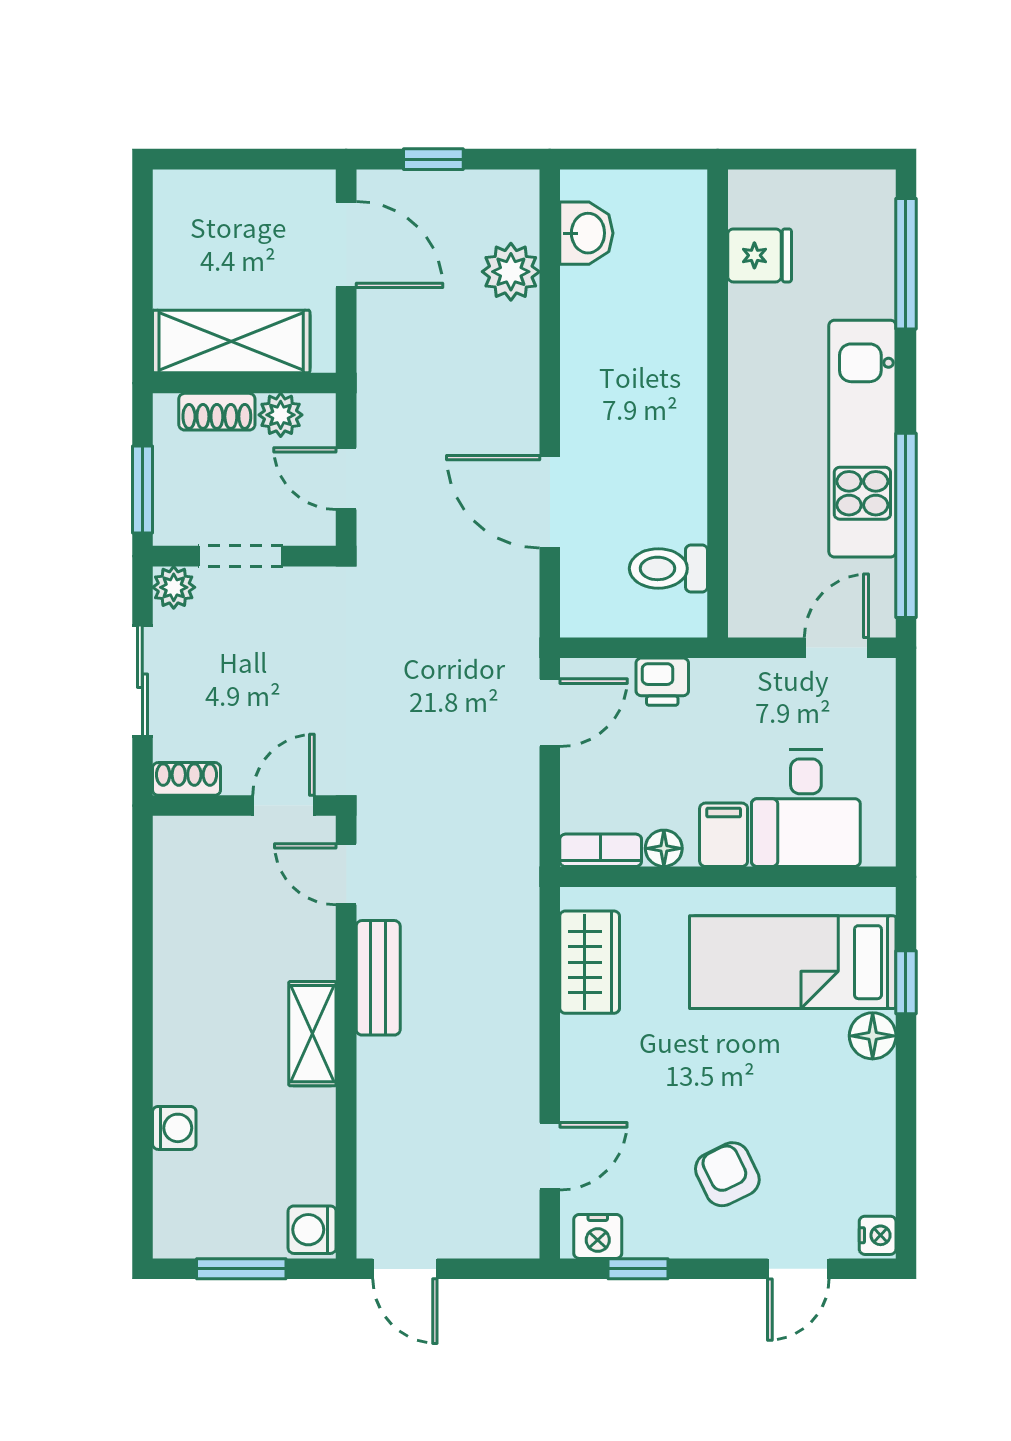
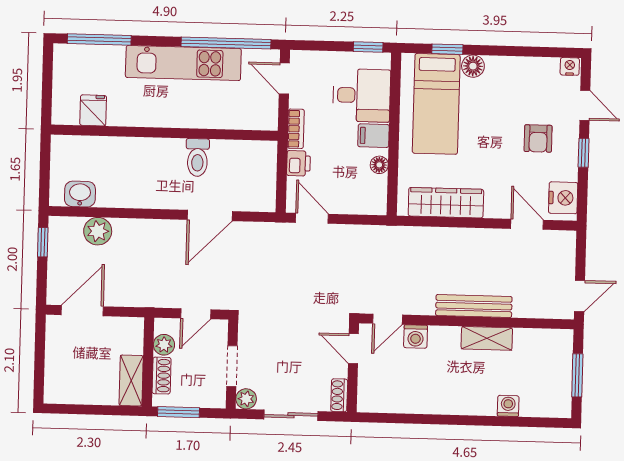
window: (433, 159) -> (43, 242), moved
shelving: (231, 341) -> (131, 380), width x0.67, depth x0.75
window: (142, 489) -> (178, 412), moved
toilet: (668, 568) -> (197, 157), moved
window: (906, 818) -> (368, 47), added
bookcase: (601, 850) -> (296, 129), moved, turned 180
wardrobe: (590, 962) -> (446, 203), width x1.50
bench: (378, 978) -> (474, 306), moved, width x1.36
shelving: (312, 1034) -> (487, 338), moved
armchair: (727, 1174) -> (538, 138), turned -64
washing machine: (312, 1230) -> (416, 336), moved
nightstand: (598, 1236) -> (563, 198), width x1.36, depth x1.33
window: (638, 1269) -> (584, 153), moved

